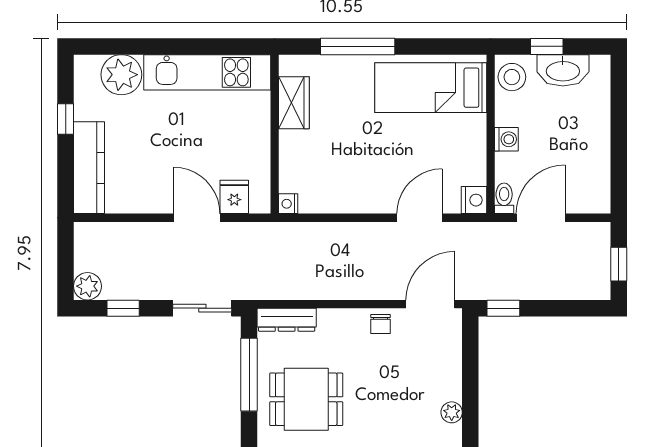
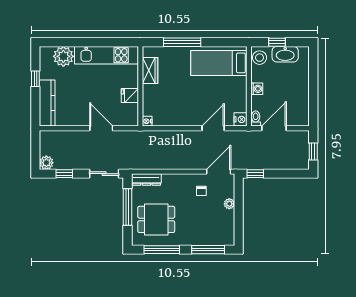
fridge: (234, 197) -> (130, 96), moved, turned -90
chair: (380, 324) -> (201, 191), moved
plant: (452, 412) -> (229, 204), moved

